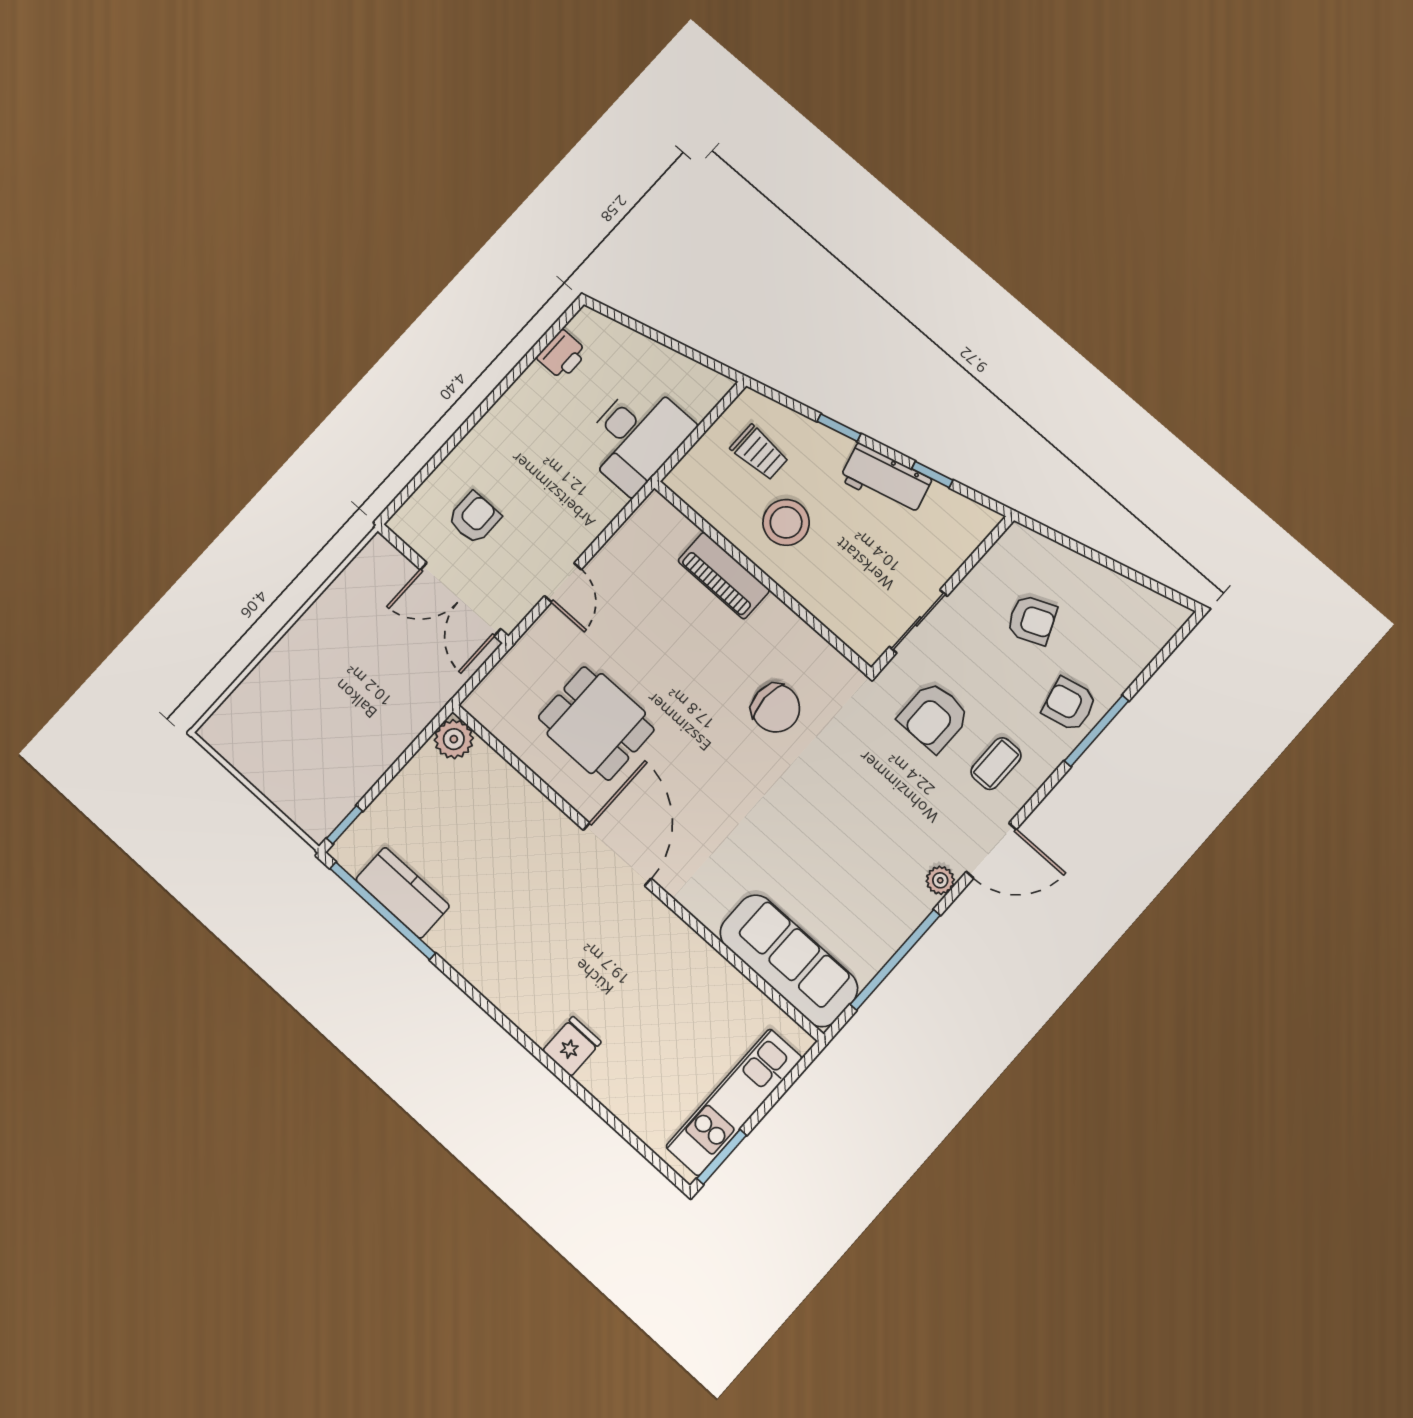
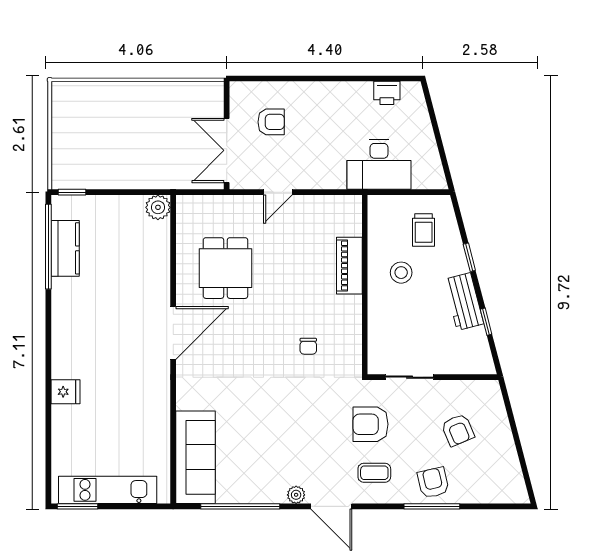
stool: (786, 522) -> (401, 273), width x0.73, depth x0.73
chair: (776, 708) -> (308, 346), width x0.54, depth x0.54

